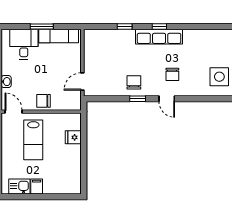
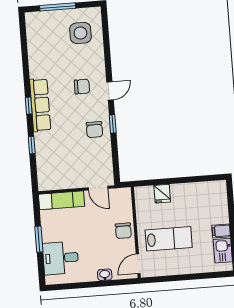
exam couch: (59, 36) -> (62, 200), moved, turned 90
chair: (134, 82) -> (94, 130), turned -90

